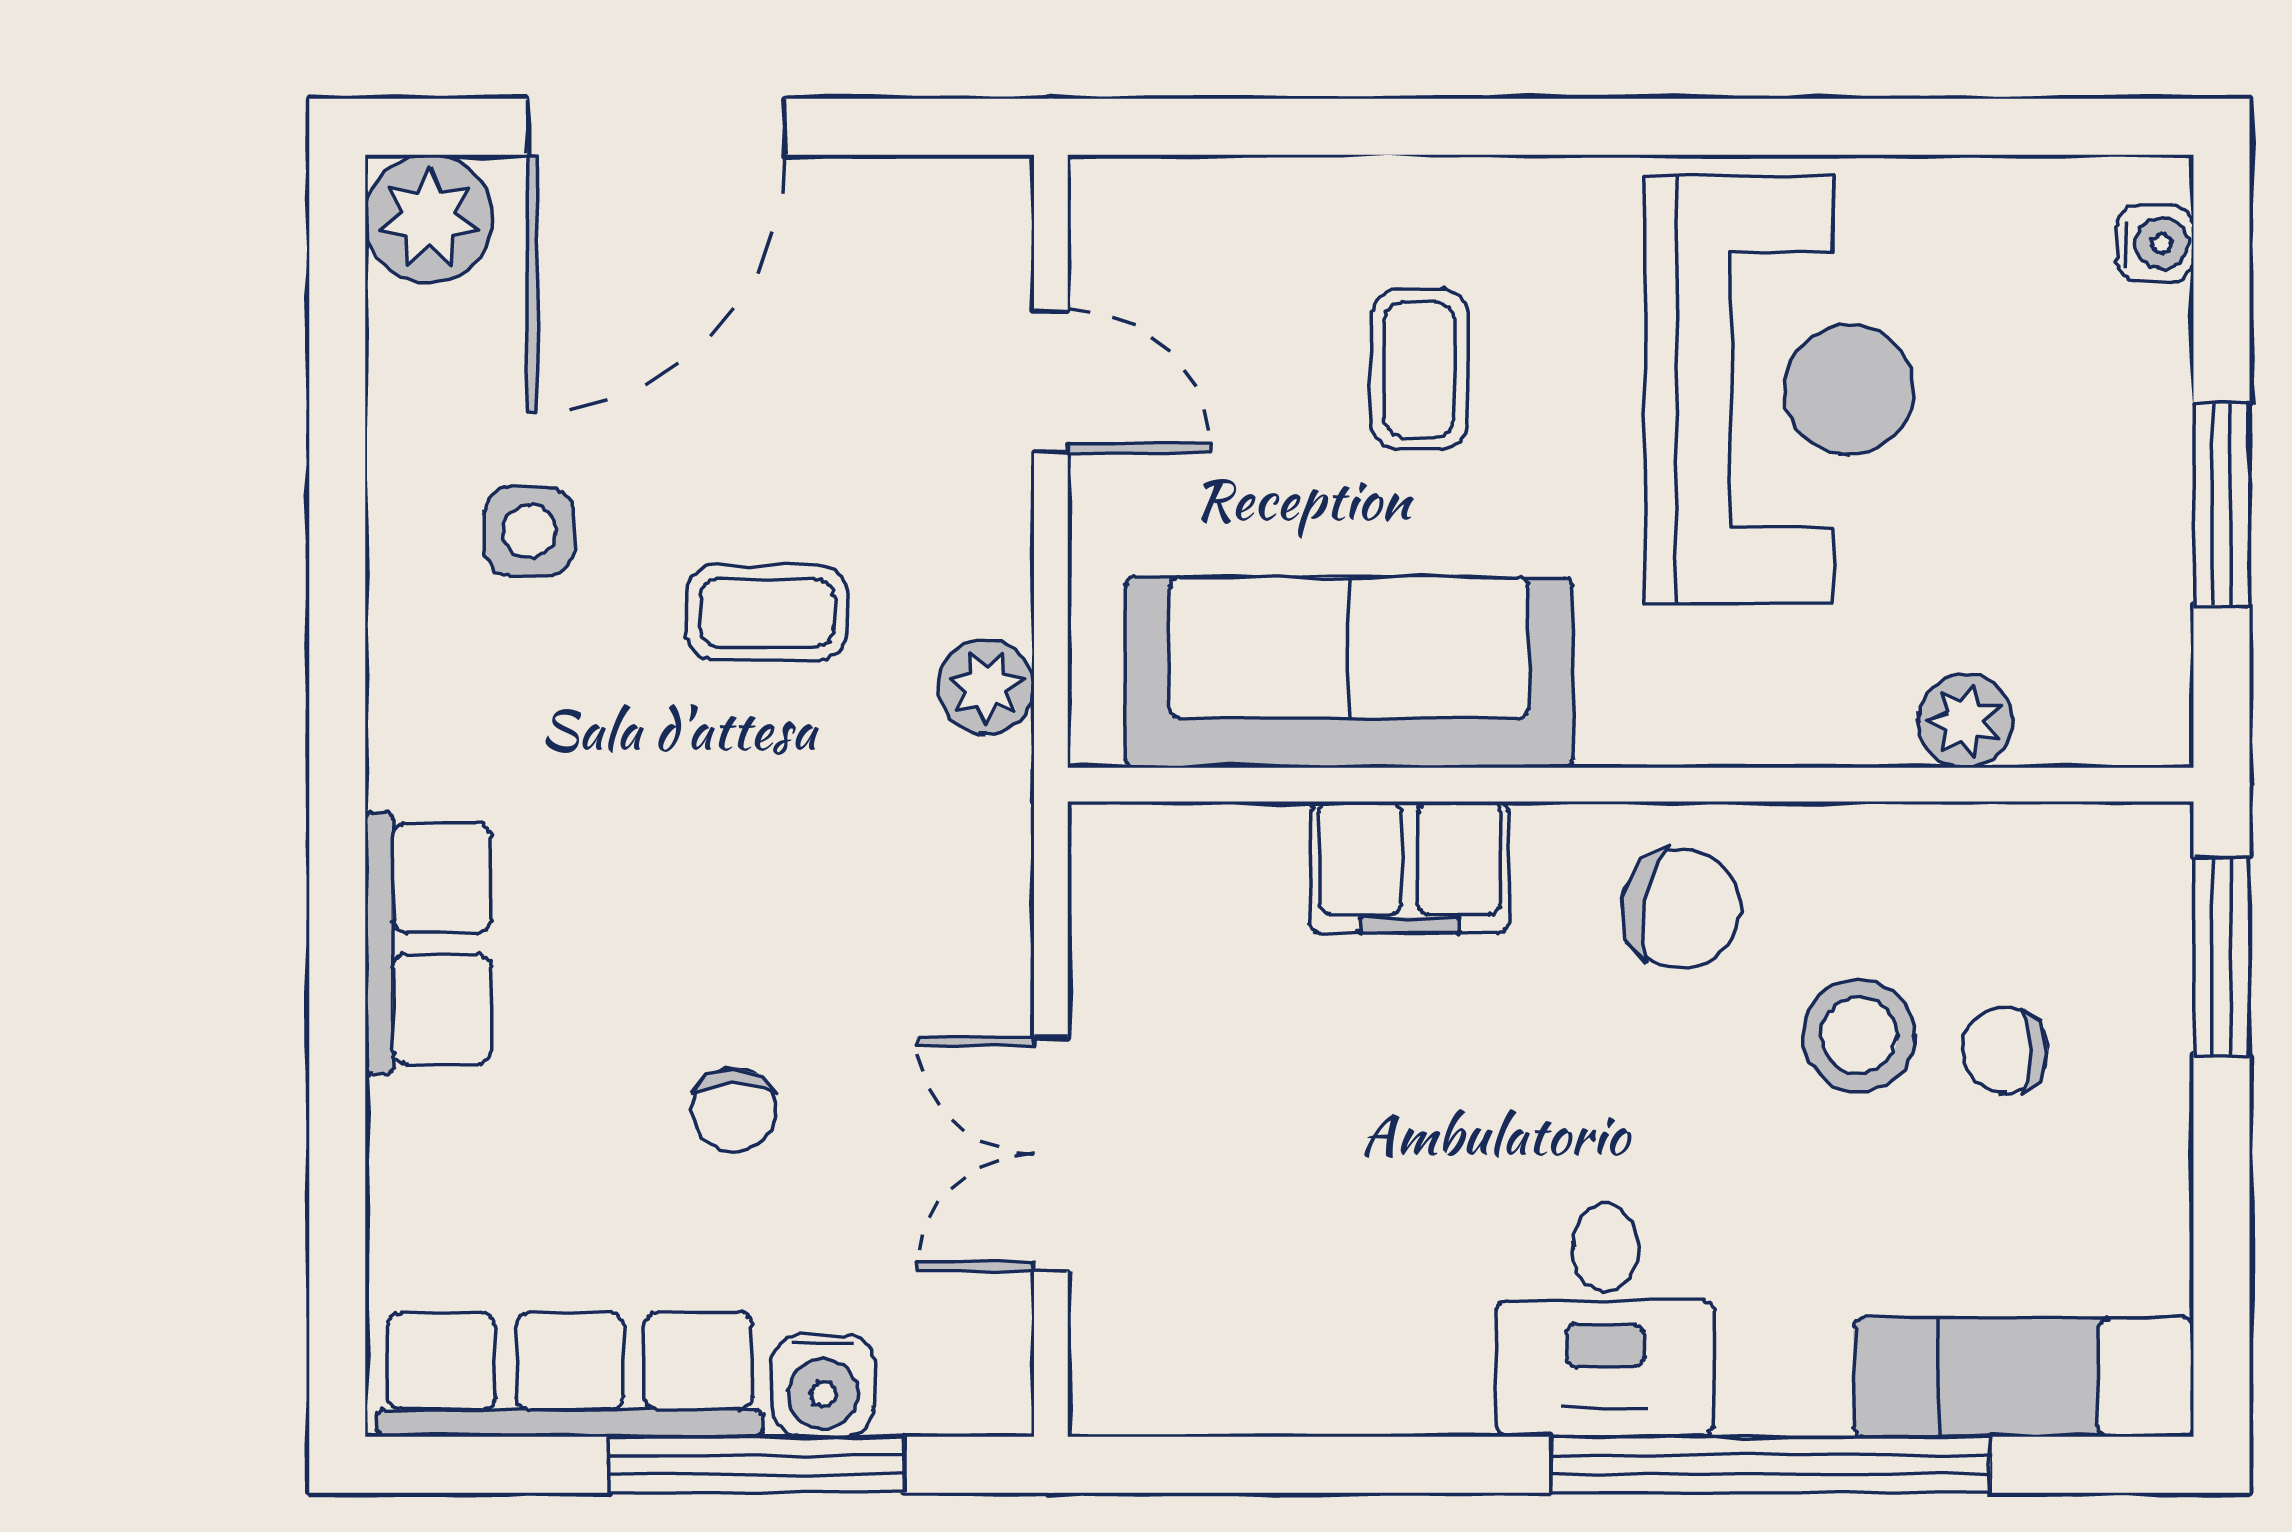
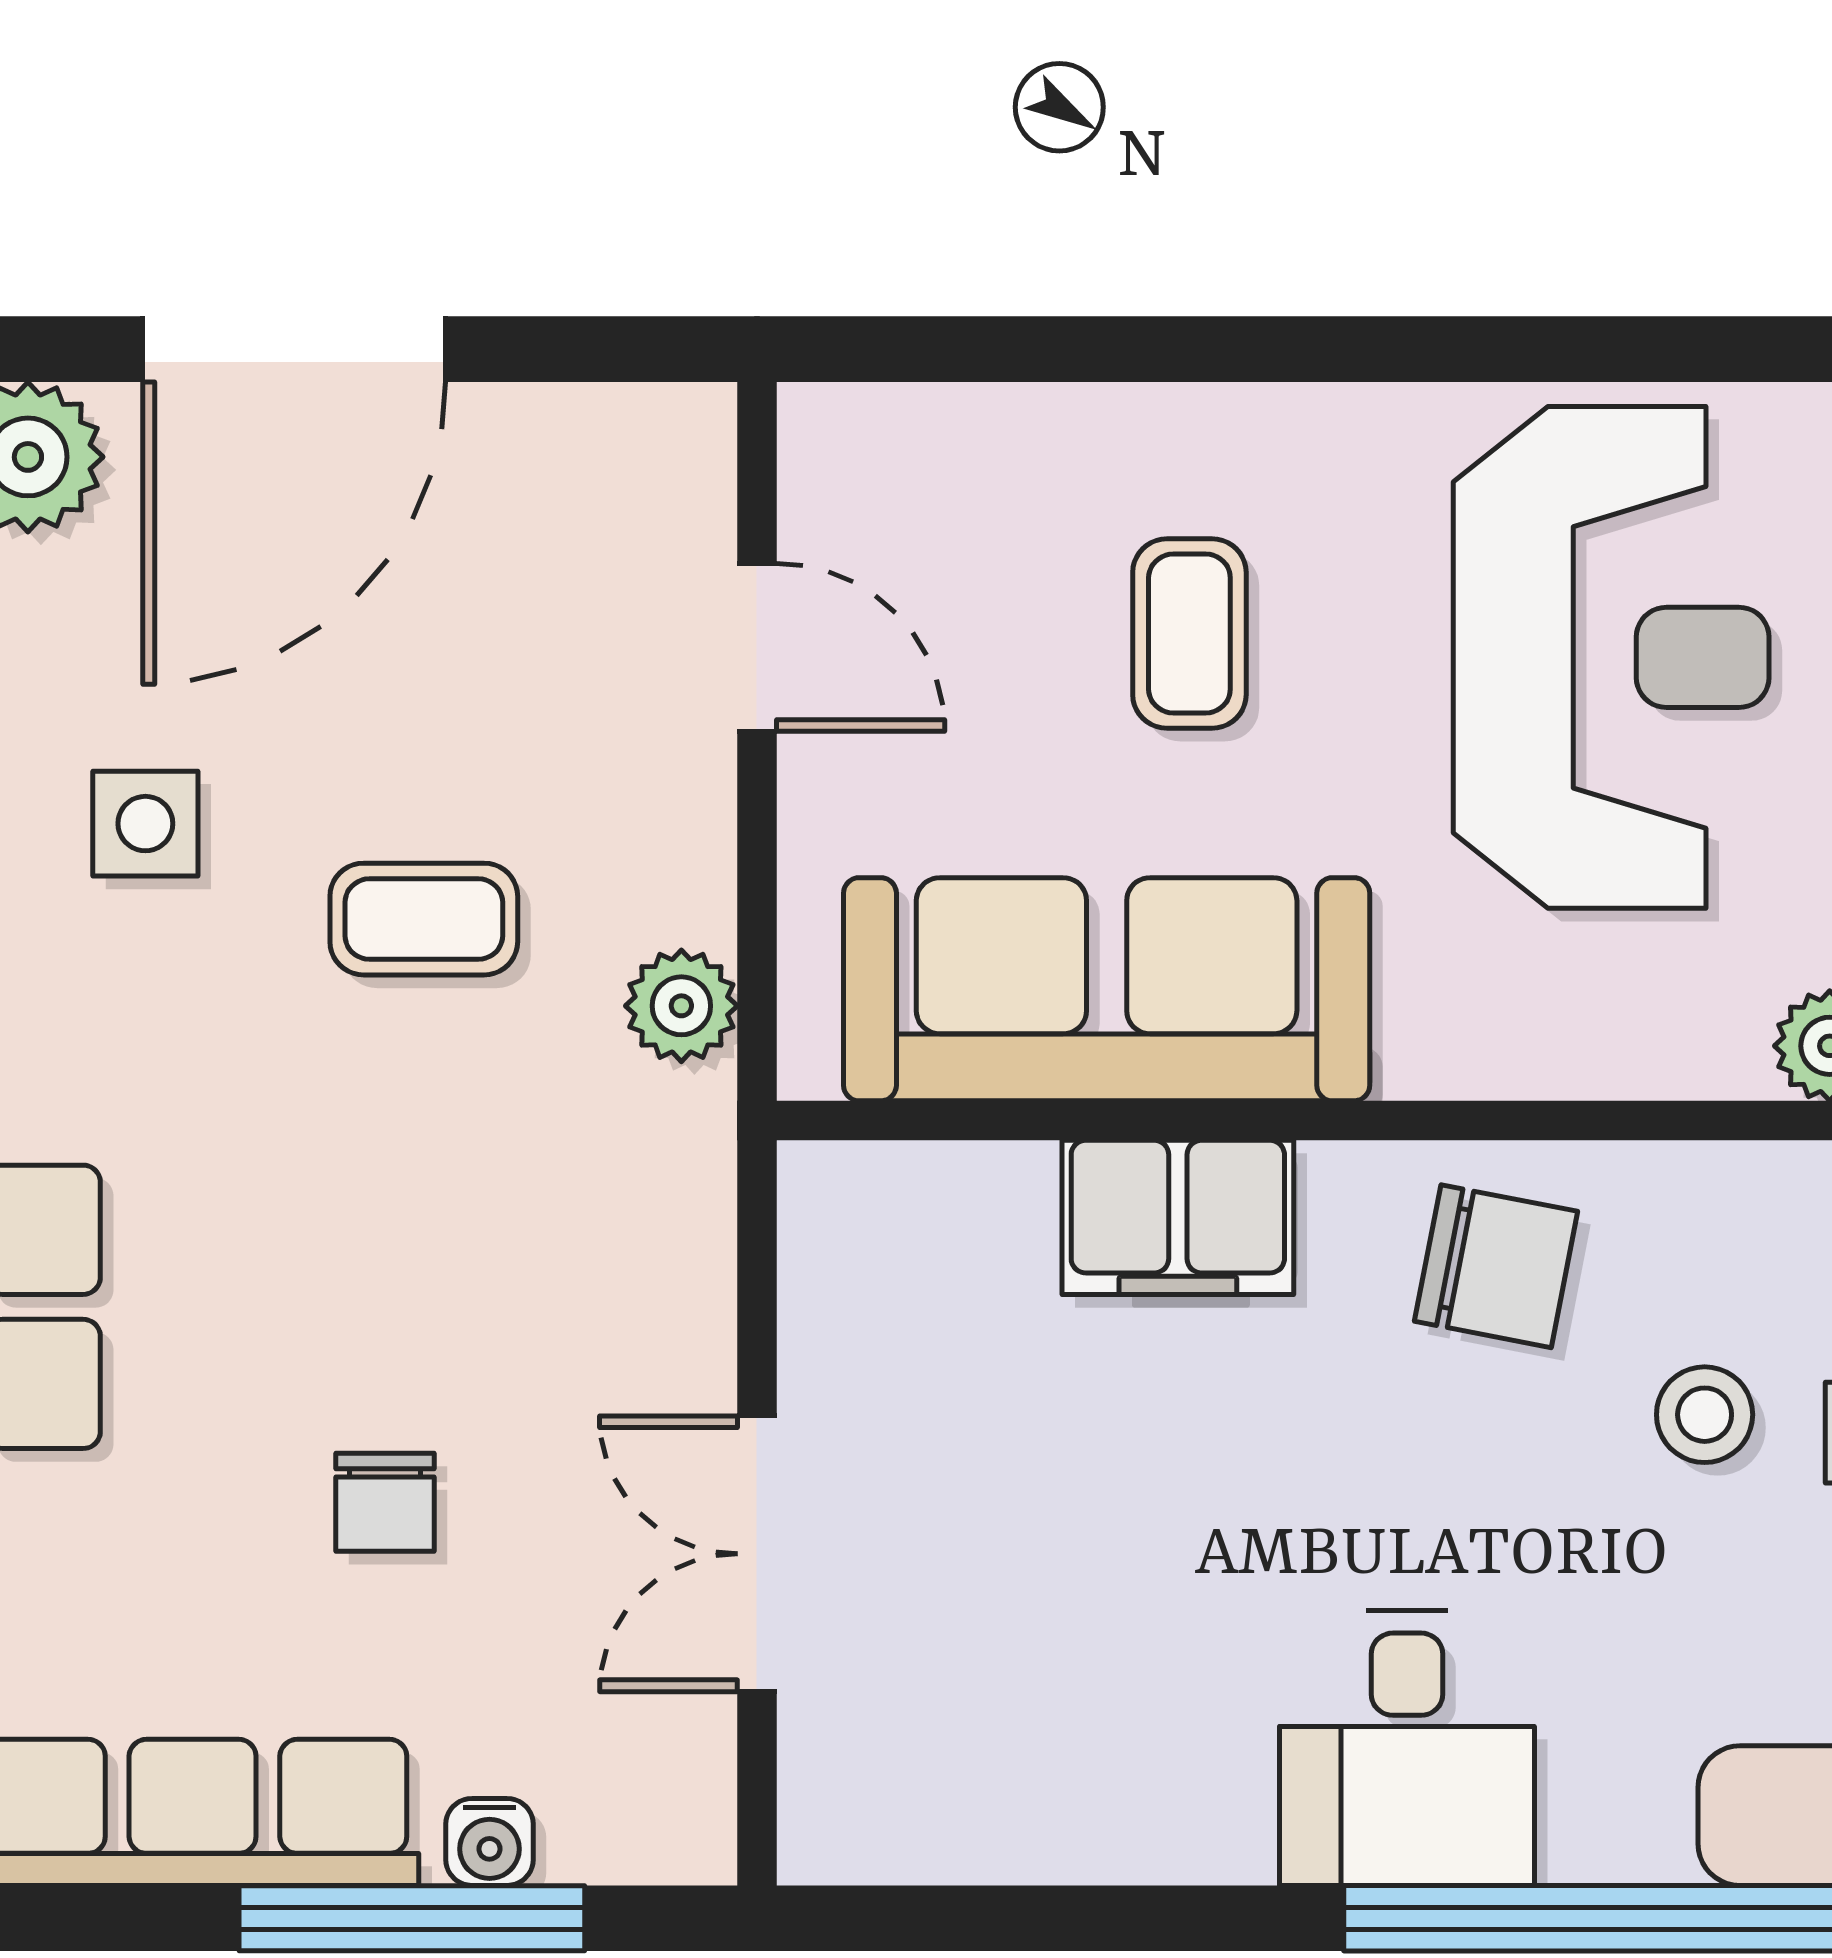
stool: (1859, 1035) -> (1705, 1415), width x0.73, depth x0.73
water cooler: (823, 1385) -> (489, 1842), width x0.72, depth x0.72

